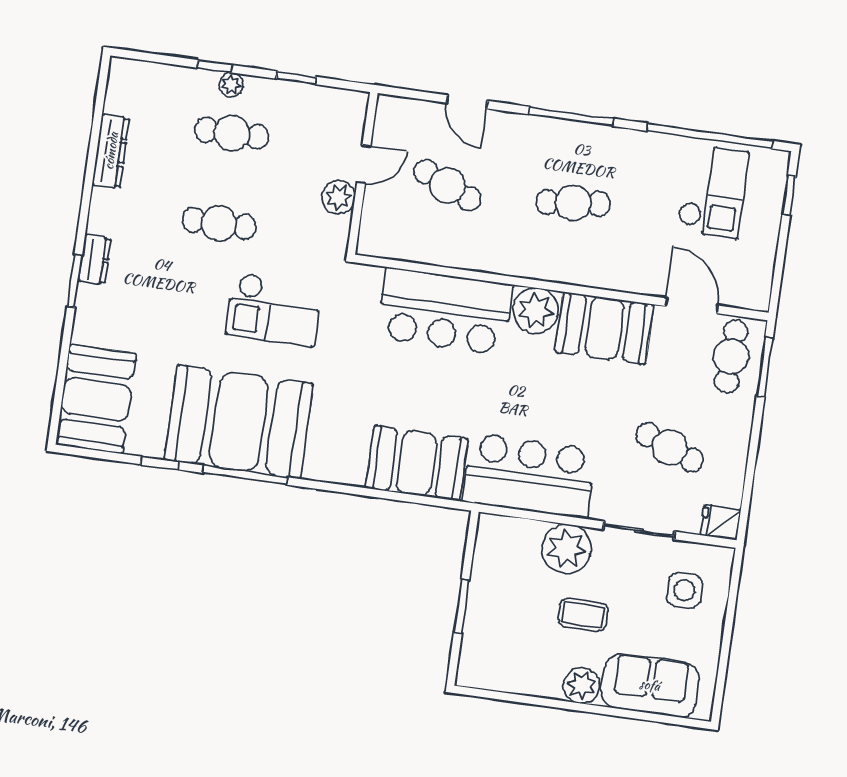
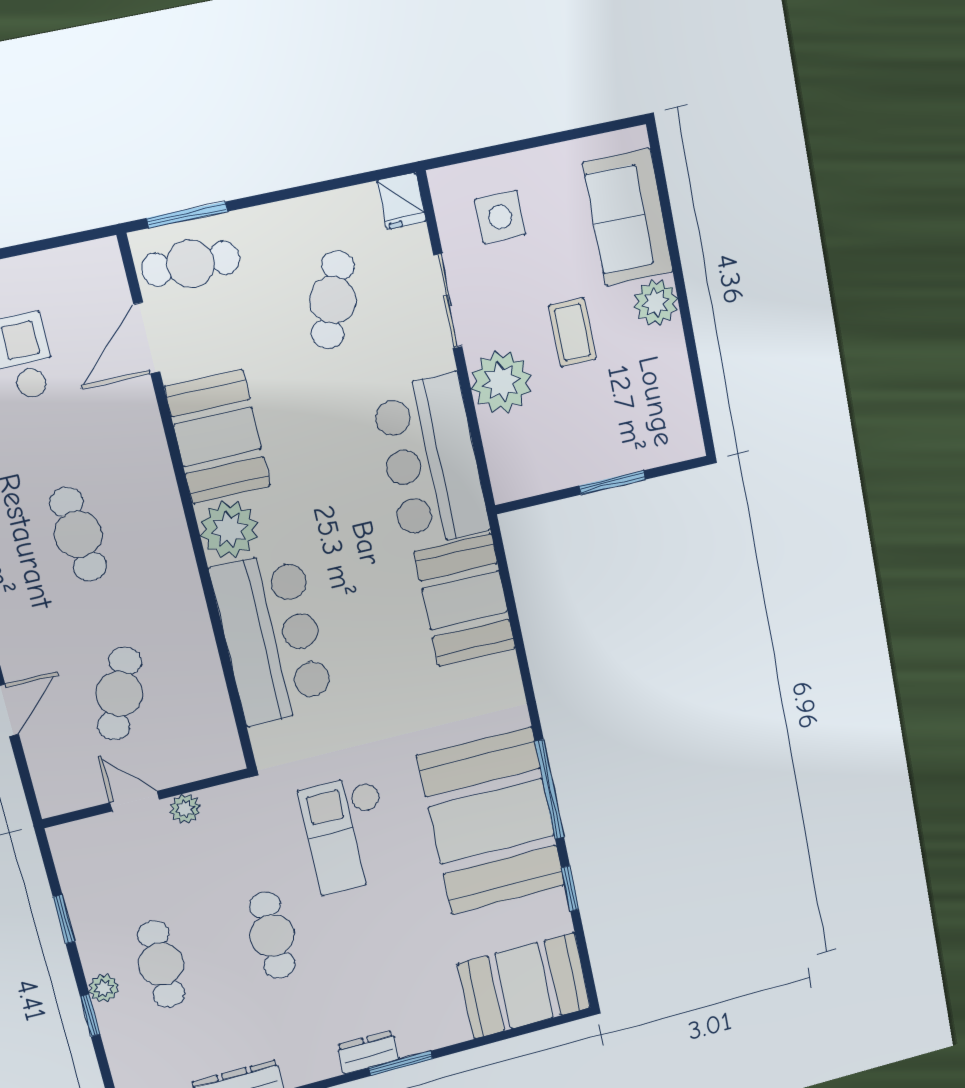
plant: (339, 197) -> (185, 809), width x0.73, depth x0.73
checkout: (274, 310) -> (348, 834), turned 180

